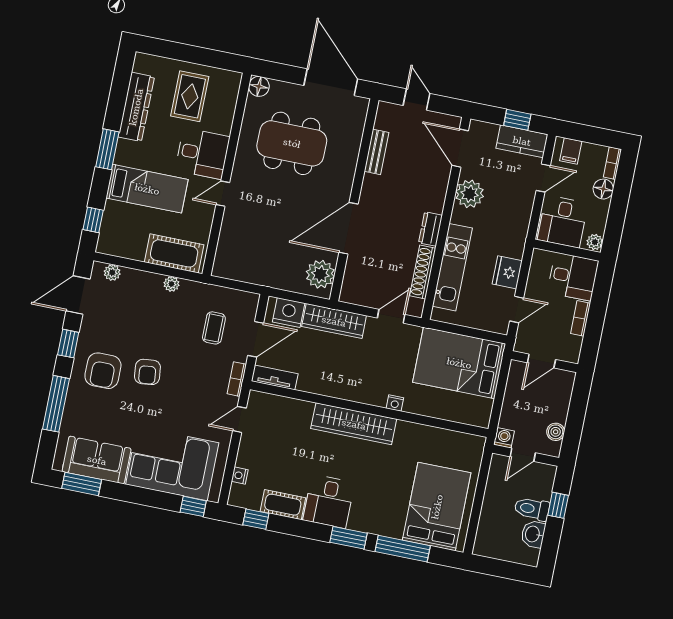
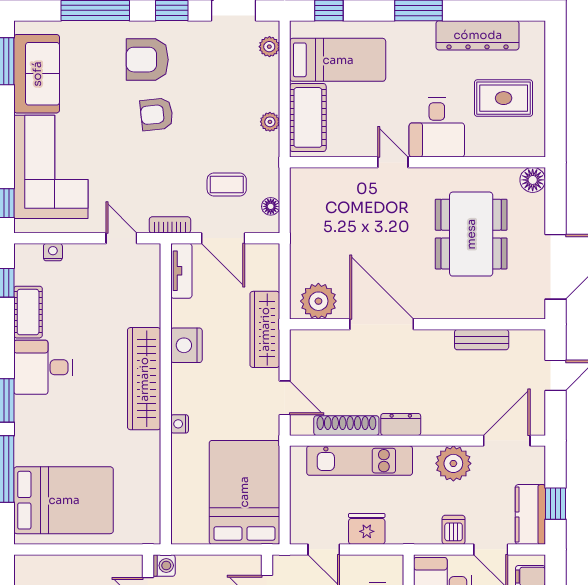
bed: (147, 189) -> (338, 60), moved, turned -90
dishwasher: (522, 204) -> (454, 530), added
floor lamp: (238, 297) -> (271, 206), added
nightstand: (289, 312) -> (186, 345), moved, turned 180

